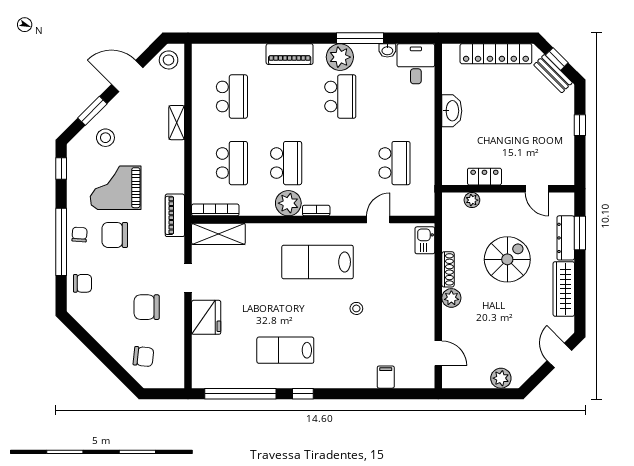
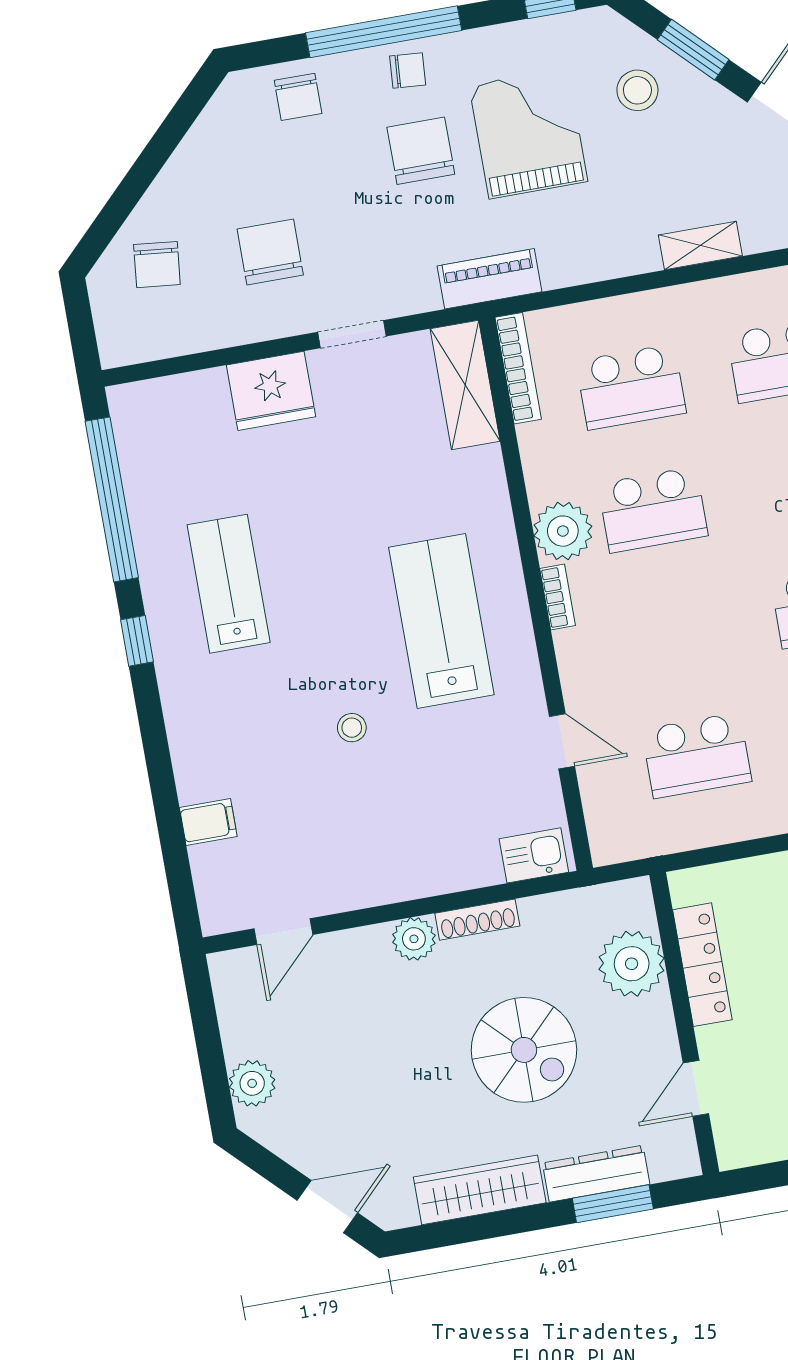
locker: (484, 177) -> (702, 965), width x1.53
plant: (472, 200) -> (632, 964), width x1.88, depth x1.88

